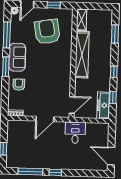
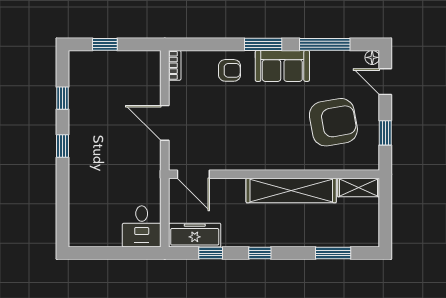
desk: (75, 133) -> (142, 226), moved, turned 90
door: (111, 156) -> (97, 253), removed
window: (30, 172) -> (62, 98), width x0.46

